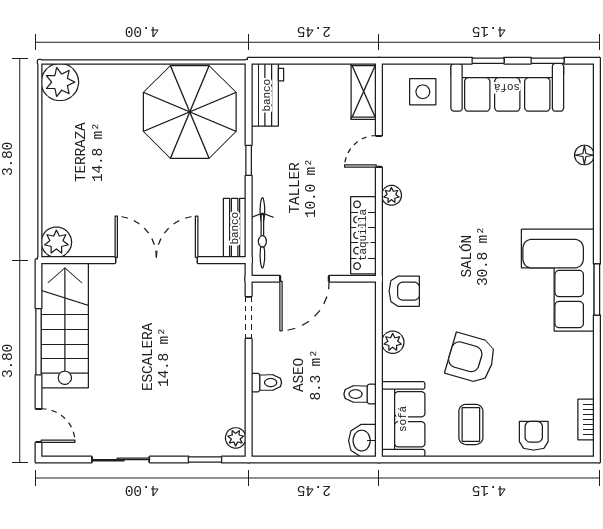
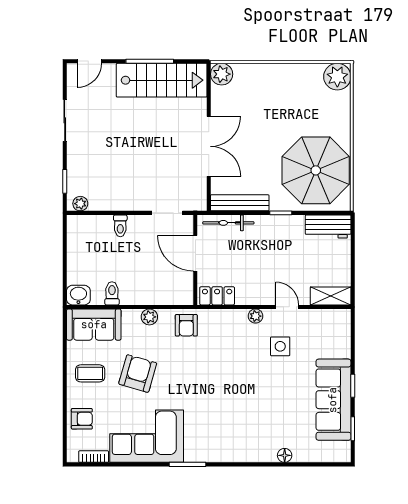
side table: (423, 92) -> (280, 346), moved
bench: (235, 228) -> (240, 203), width x1.36
locker: (363, 235) -> (217, 296), width x0.66
corner sofa: (558, 280) -> (147, 436), moved

